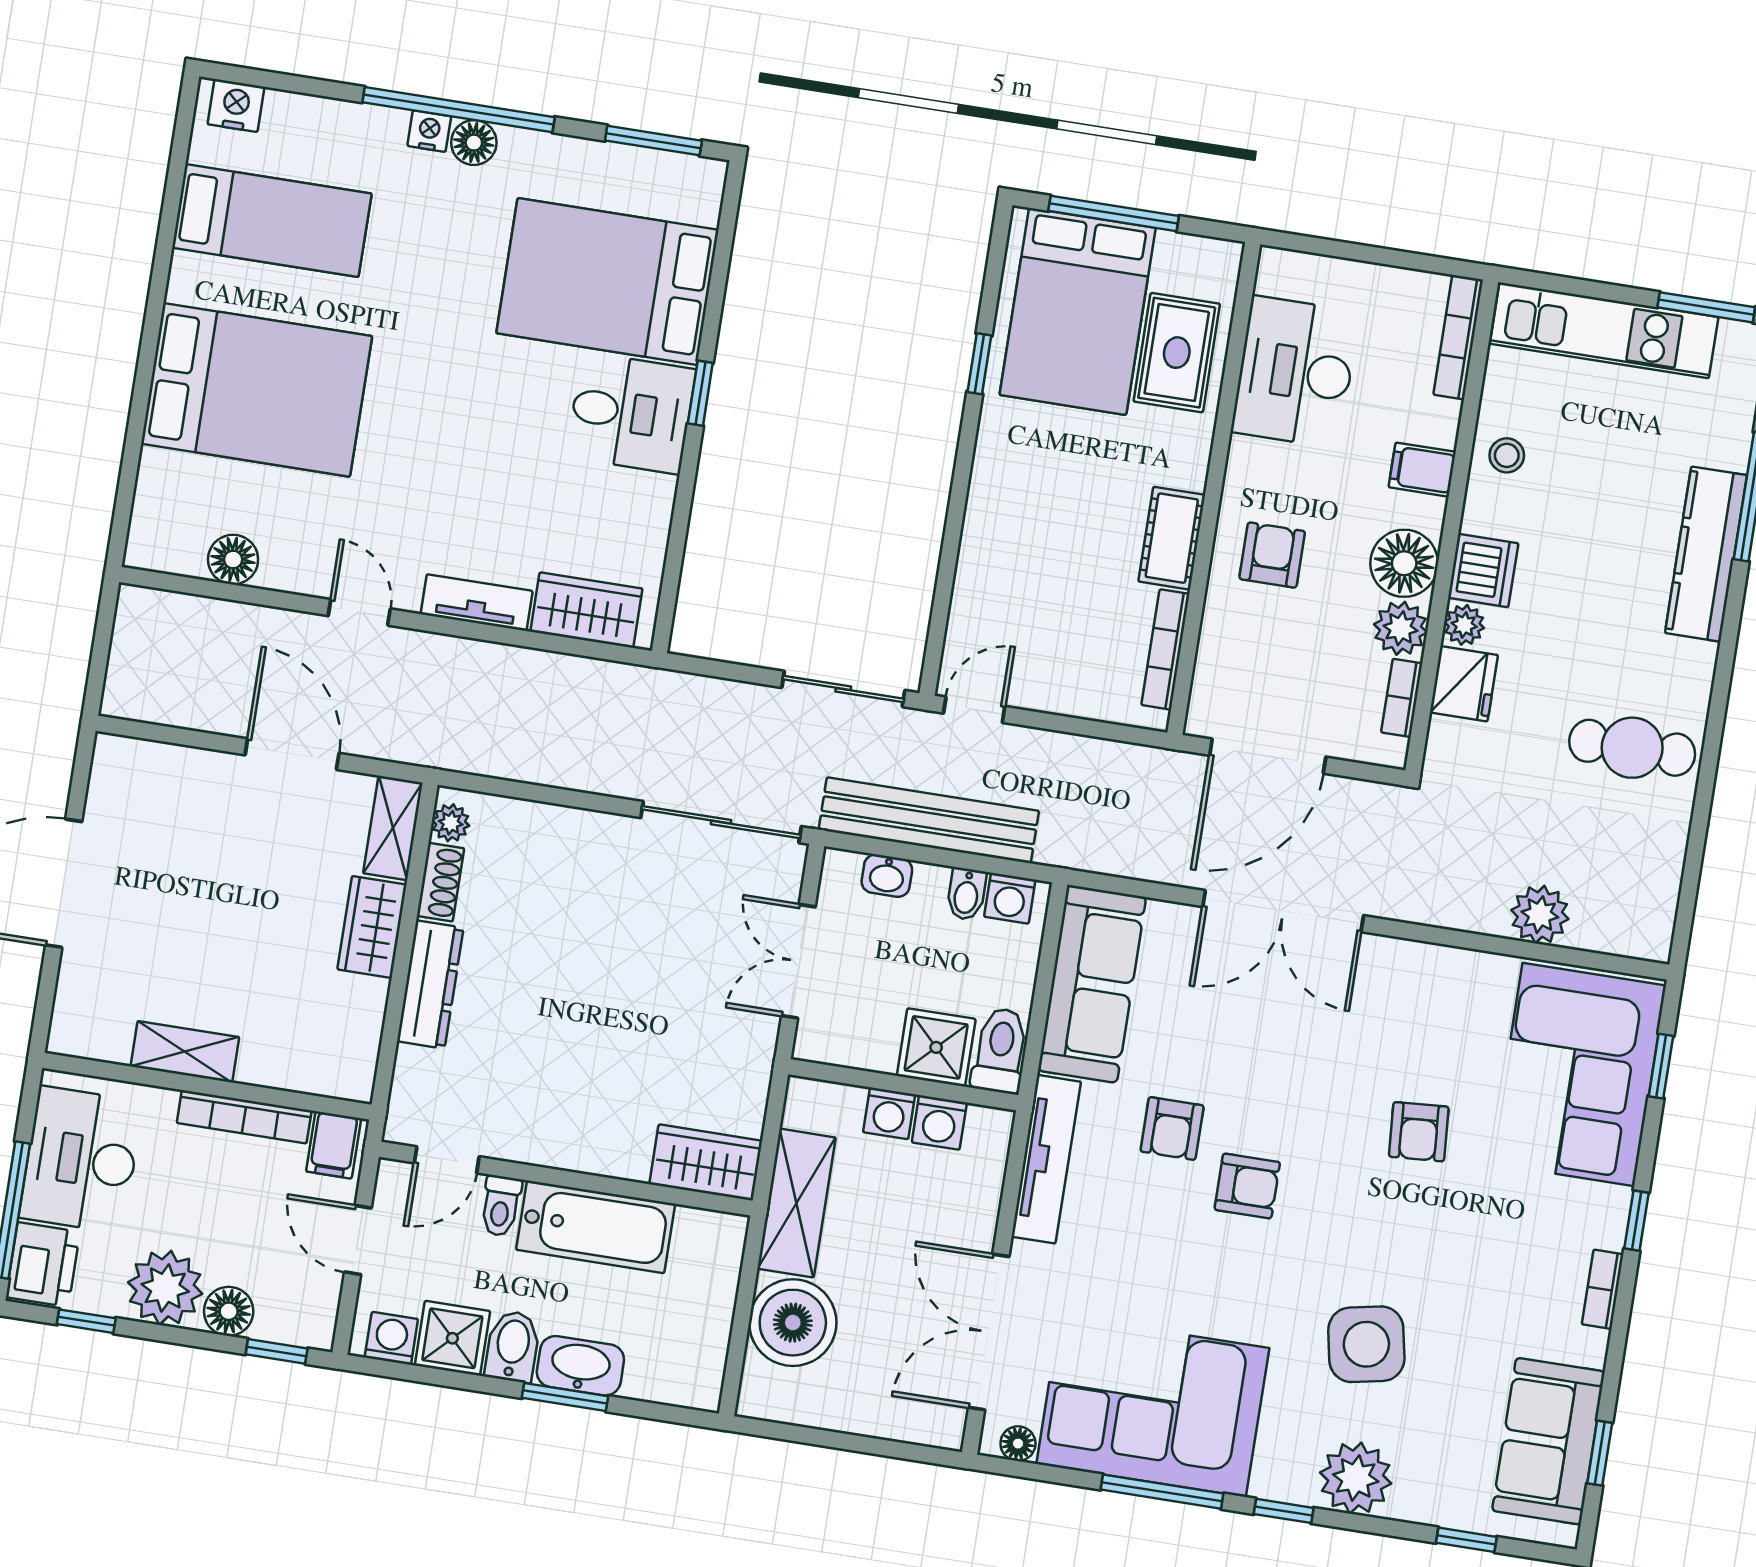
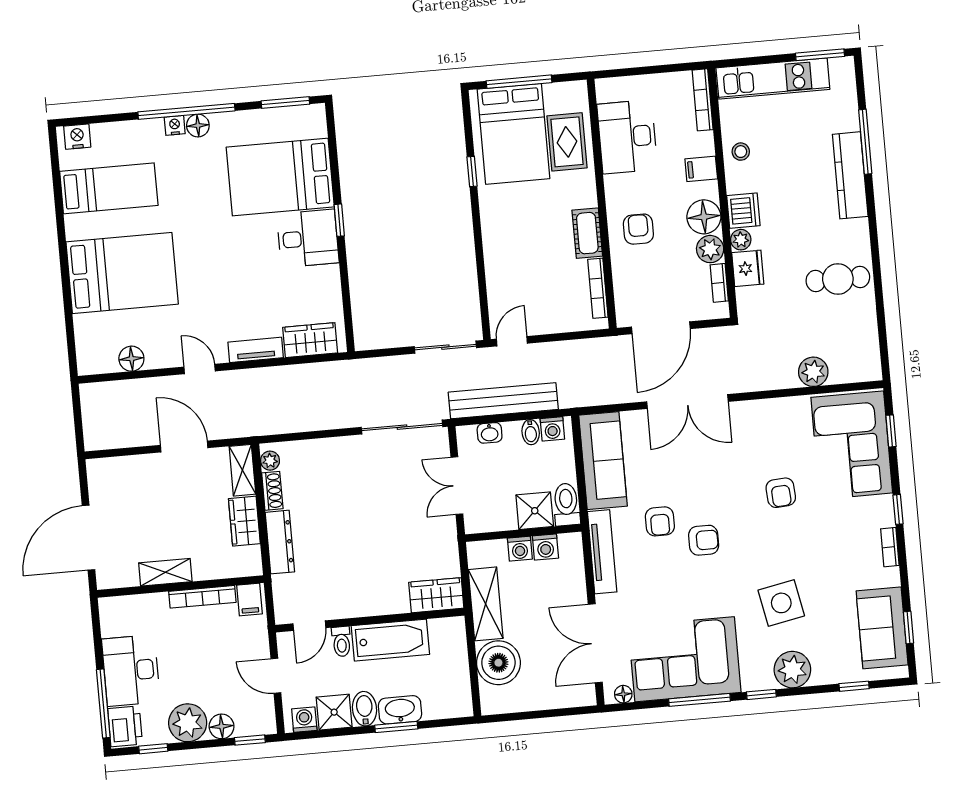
shelving: (185, 1052) -> (165, 572), moved
wall: (207, 1086) -> (180, 586), moved
bookcase: (244, 1117) -> (202, 597), moved
filing cabinet: (334, 1145) -> (249, 600), moved

